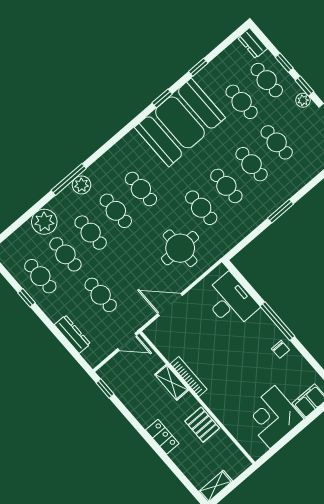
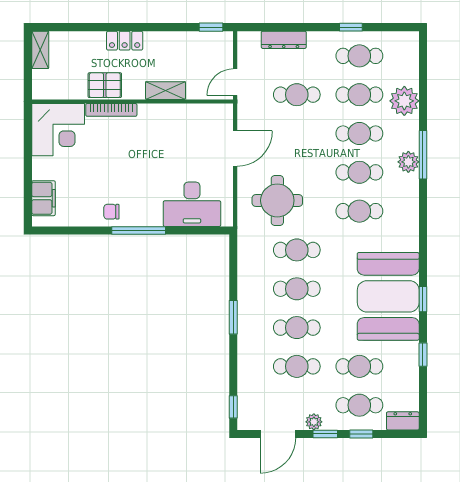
bookcase: (189, 377) -> (111, 110), moved
corner desk: (272, 417) -> (58, 130), moved, turned 90

